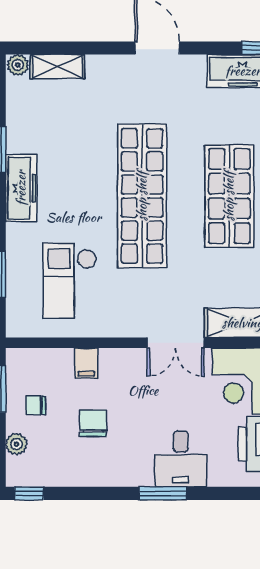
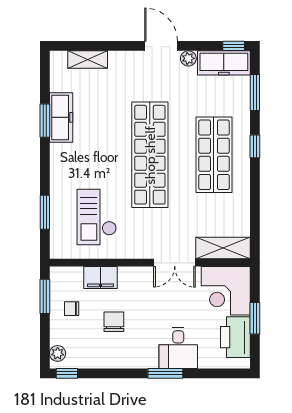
plant: (18, 65) -> (188, 58), moved
freezer: (21, 188) -> (61, 117), moved
filing cabinet: (86, 363) -> (101, 278), width x2.00
plant: (16, 444) -> (58, 353), moved

